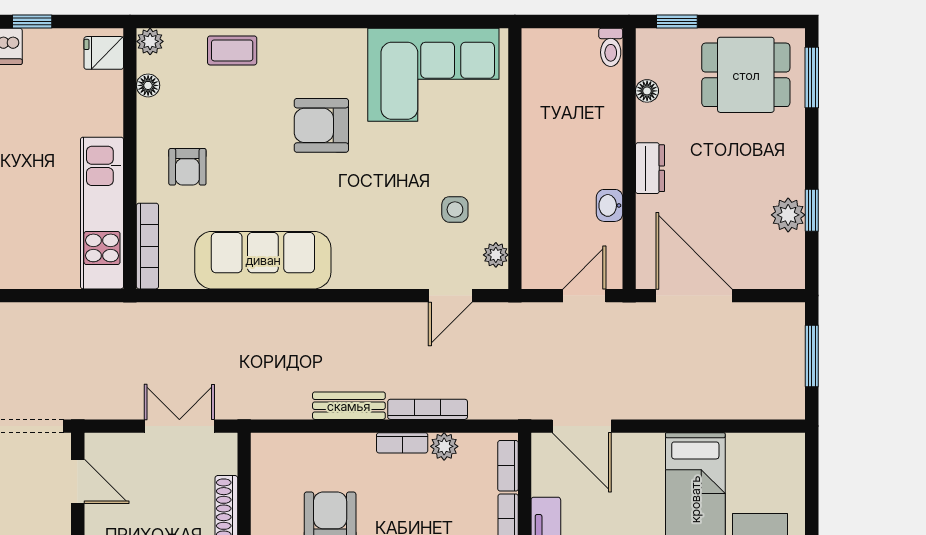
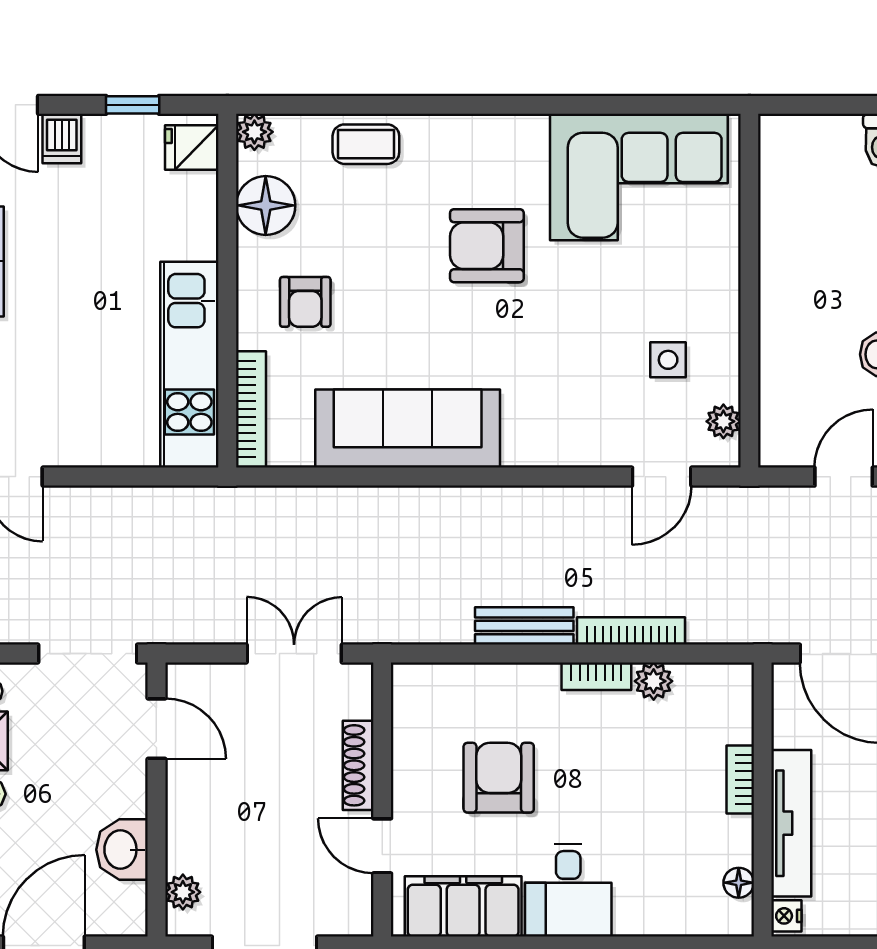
window: (32, 22) -> (133, 105), moved
floor lamp: (148, 85) -> (266, 205), width x1.89, depth x1.89
bookcase: (508, 466) -> (740, 707), removed

